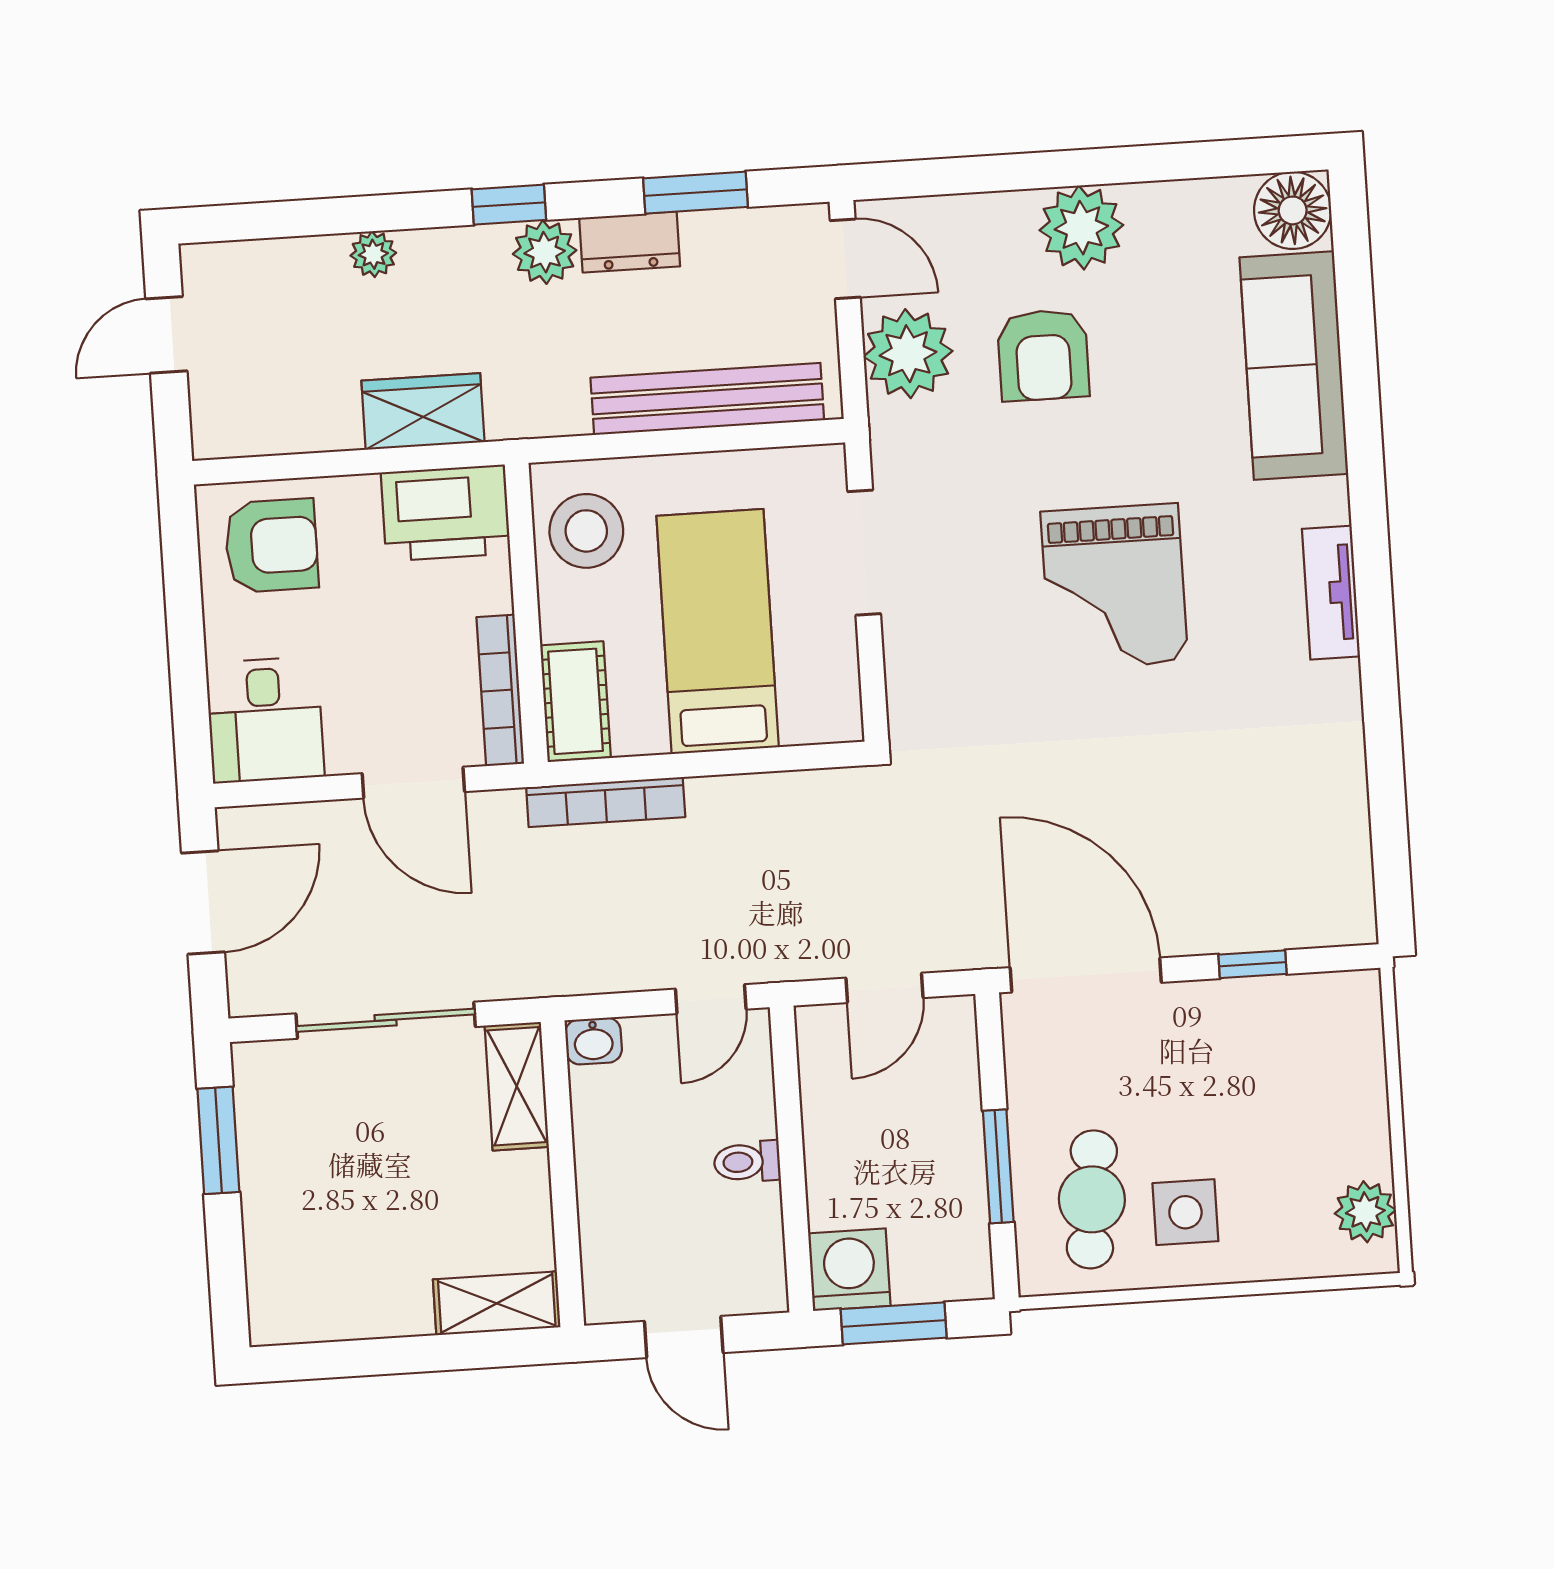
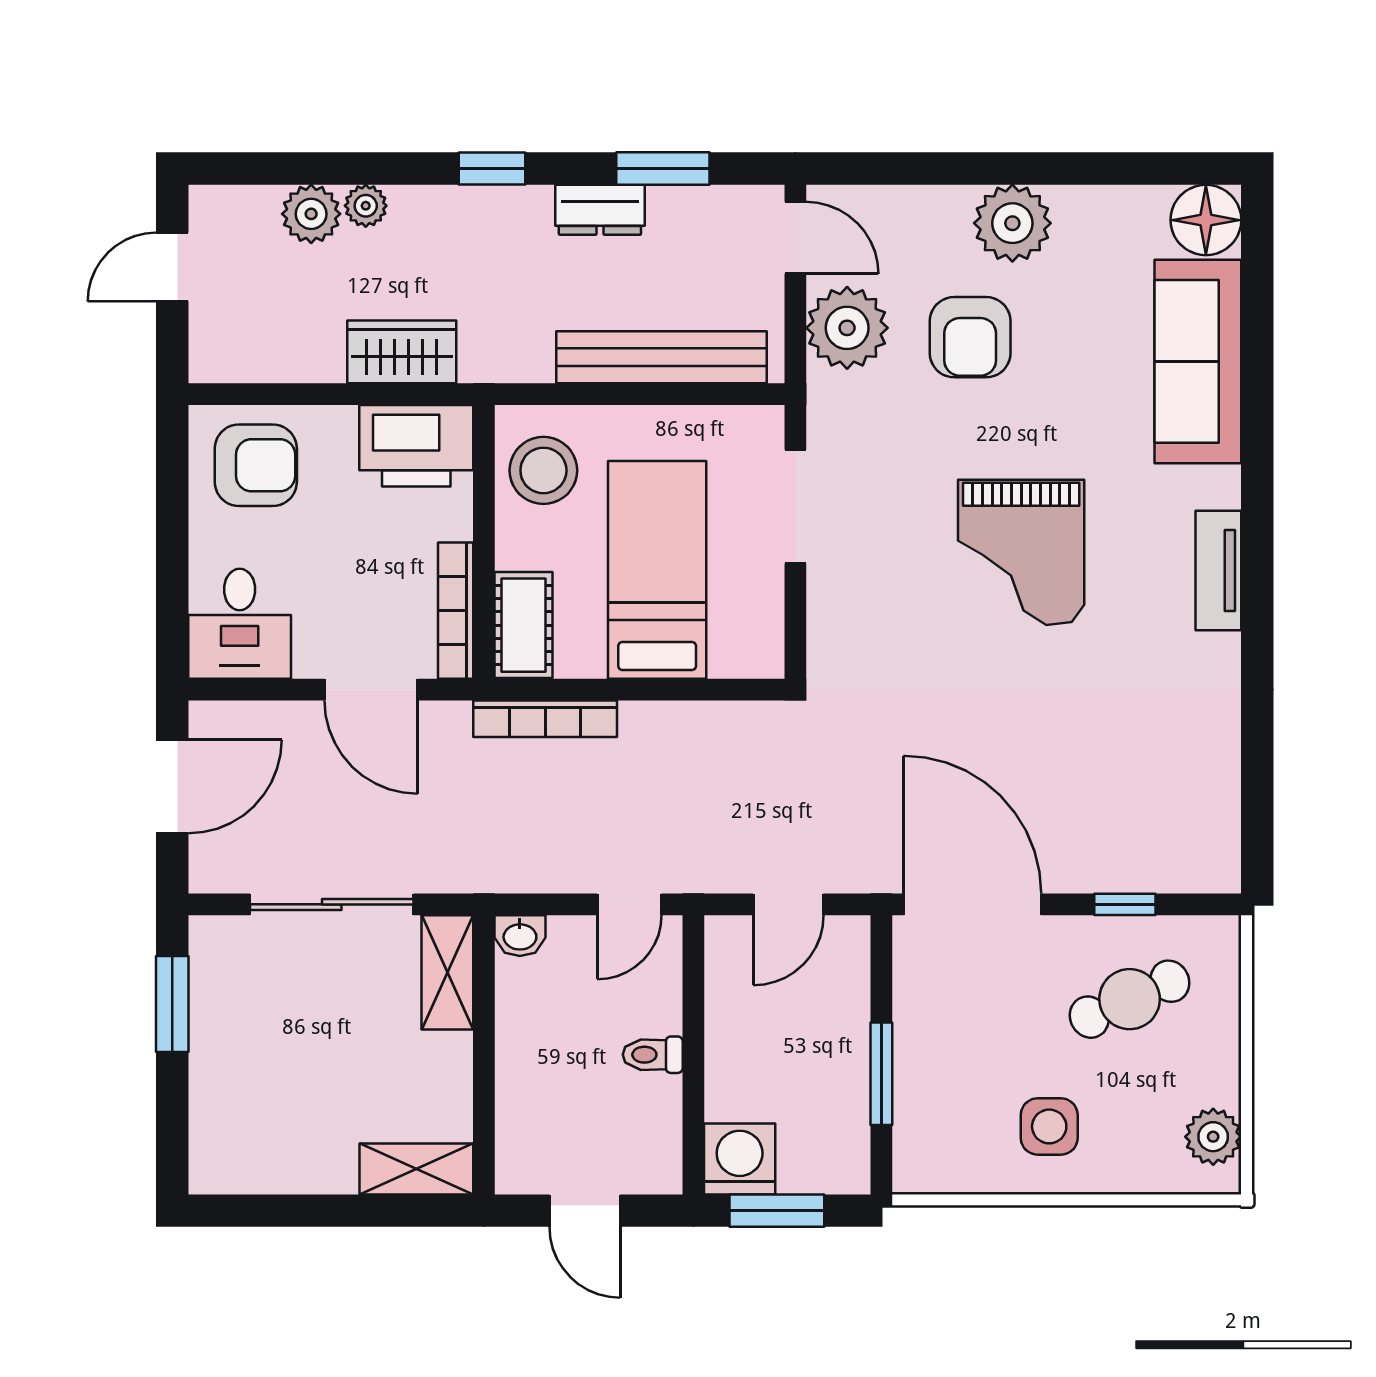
plant: (545, 252) -> (311, 214), moved
cafe table: (1092, 1199) -> (1130, 999), moved, turned 60

